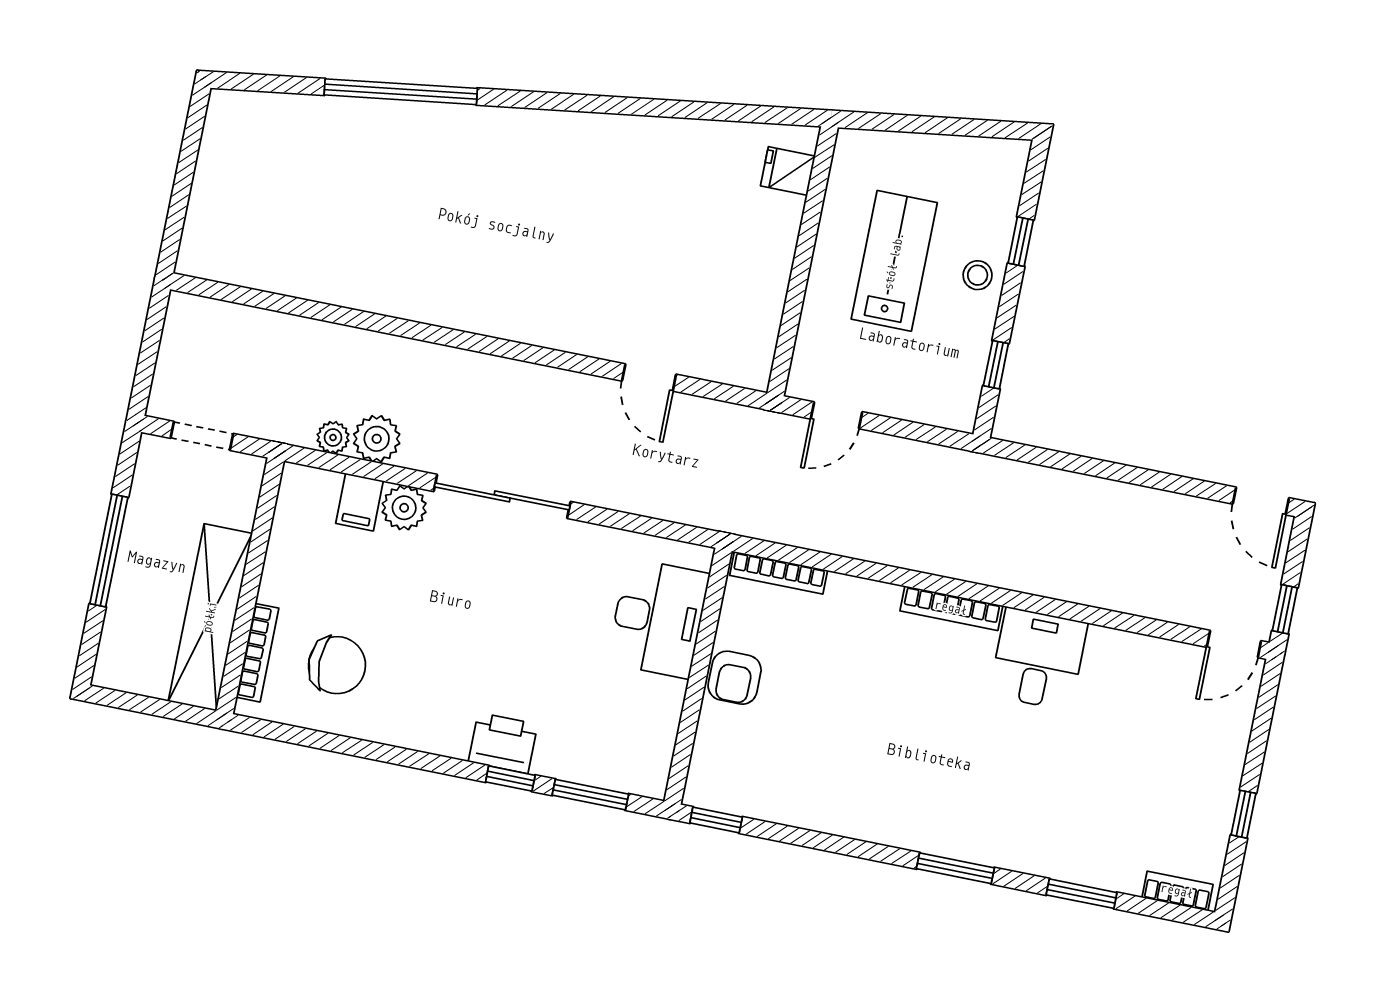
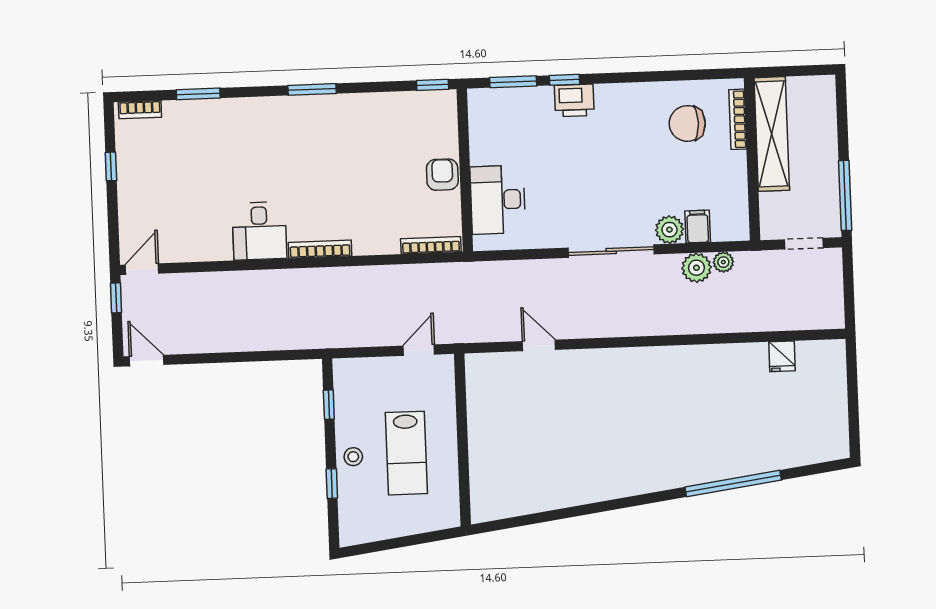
fridge: (788, 171) -> (782, 356), moved, turned 90
window: (109, 551) -> (845, 195), moved
window: (955, 868) -> (312, 89), moved

